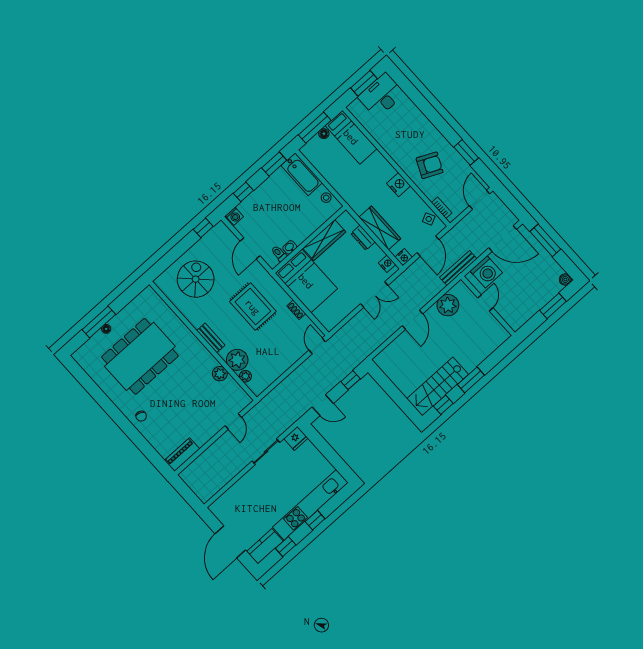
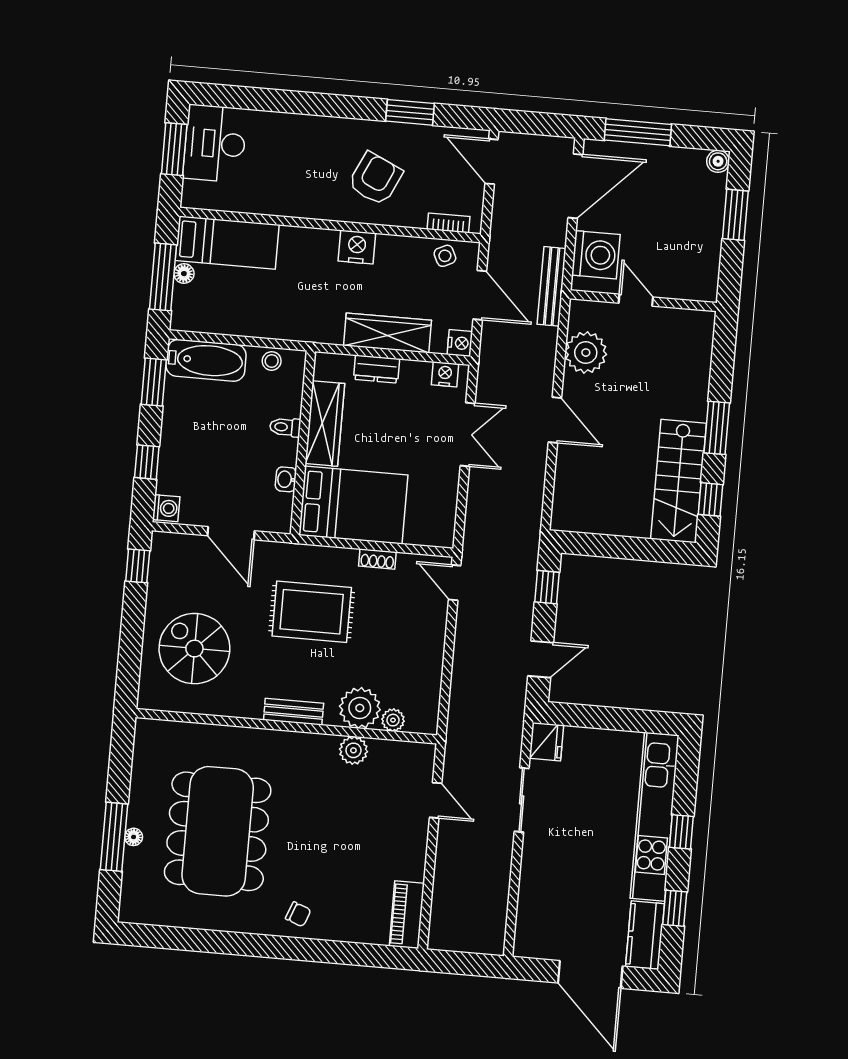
toilet: (279, 254) -> (285, 427), moved

